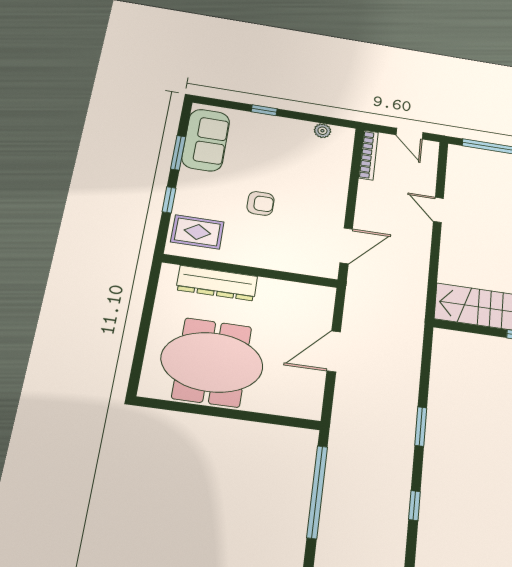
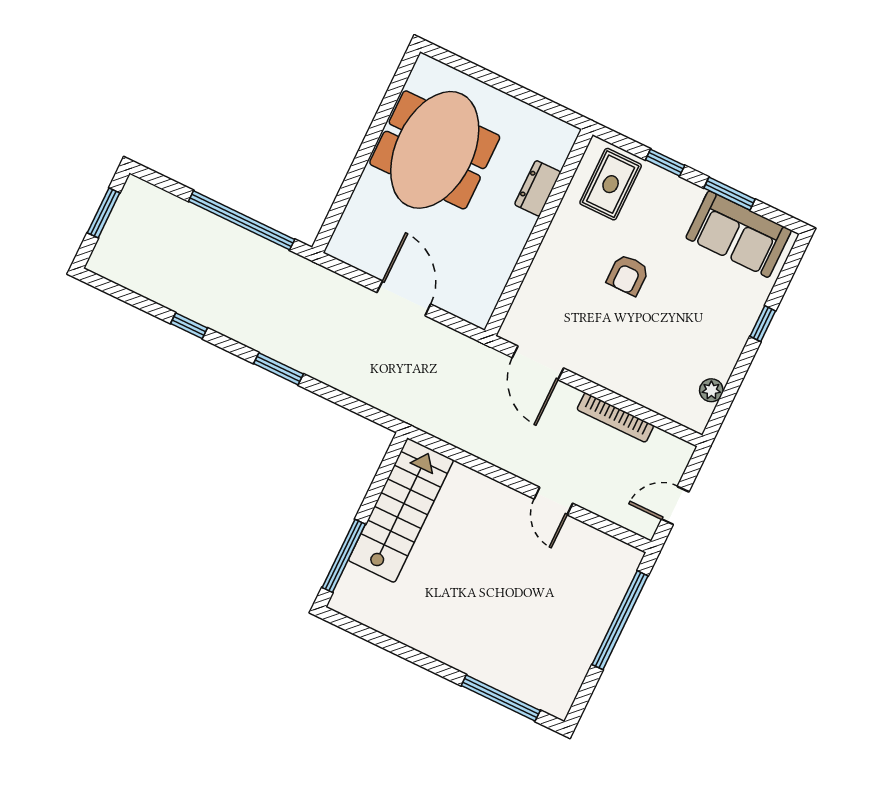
bookcase: (368, 155) -> (615, 418), moved
door: (438, 210) -> (553, 501), swing flipped
dresser: (217, 283) -> (538, 188), width x0.51, depth x0.80

